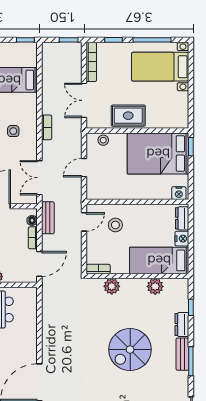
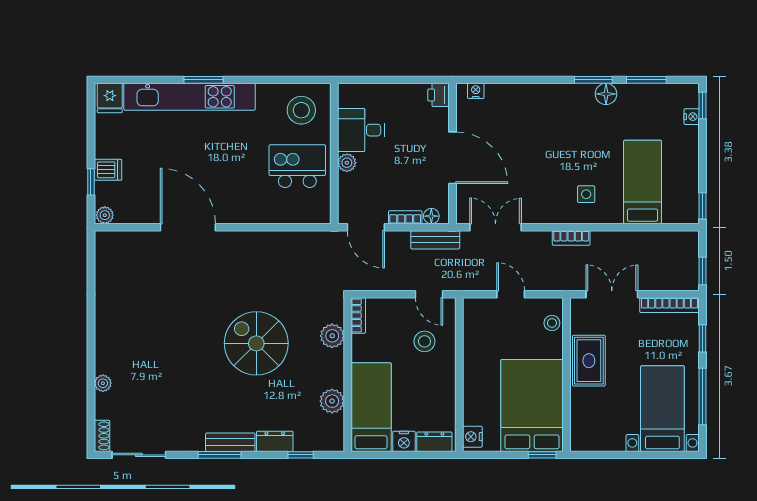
side table: (13, 131) -> (586, 194), moved
spiral stairs: (130, 350) -> (256, 343), moved

